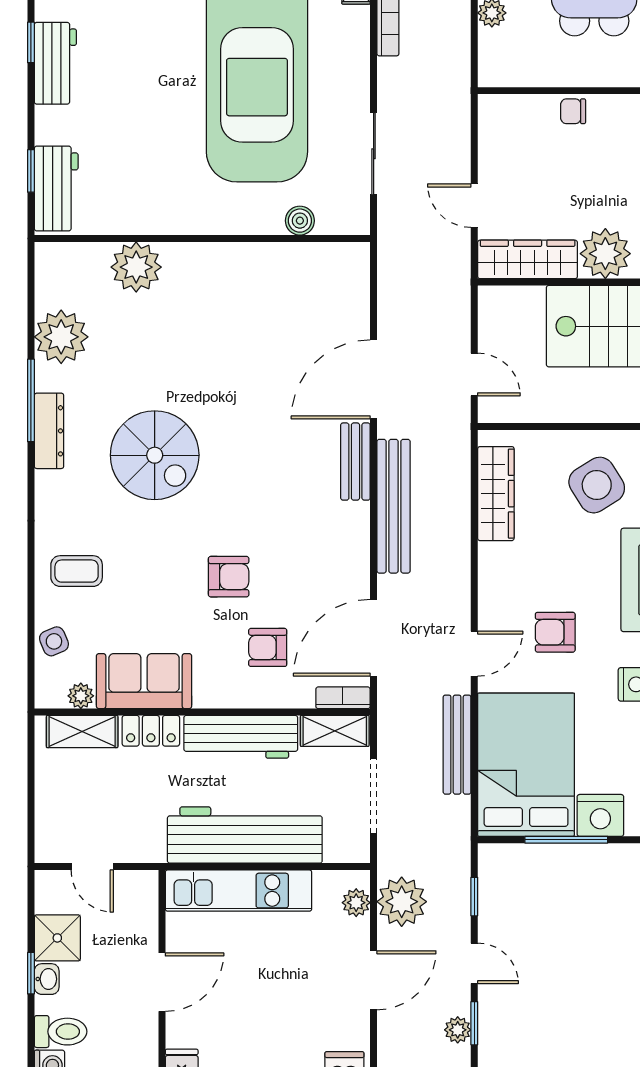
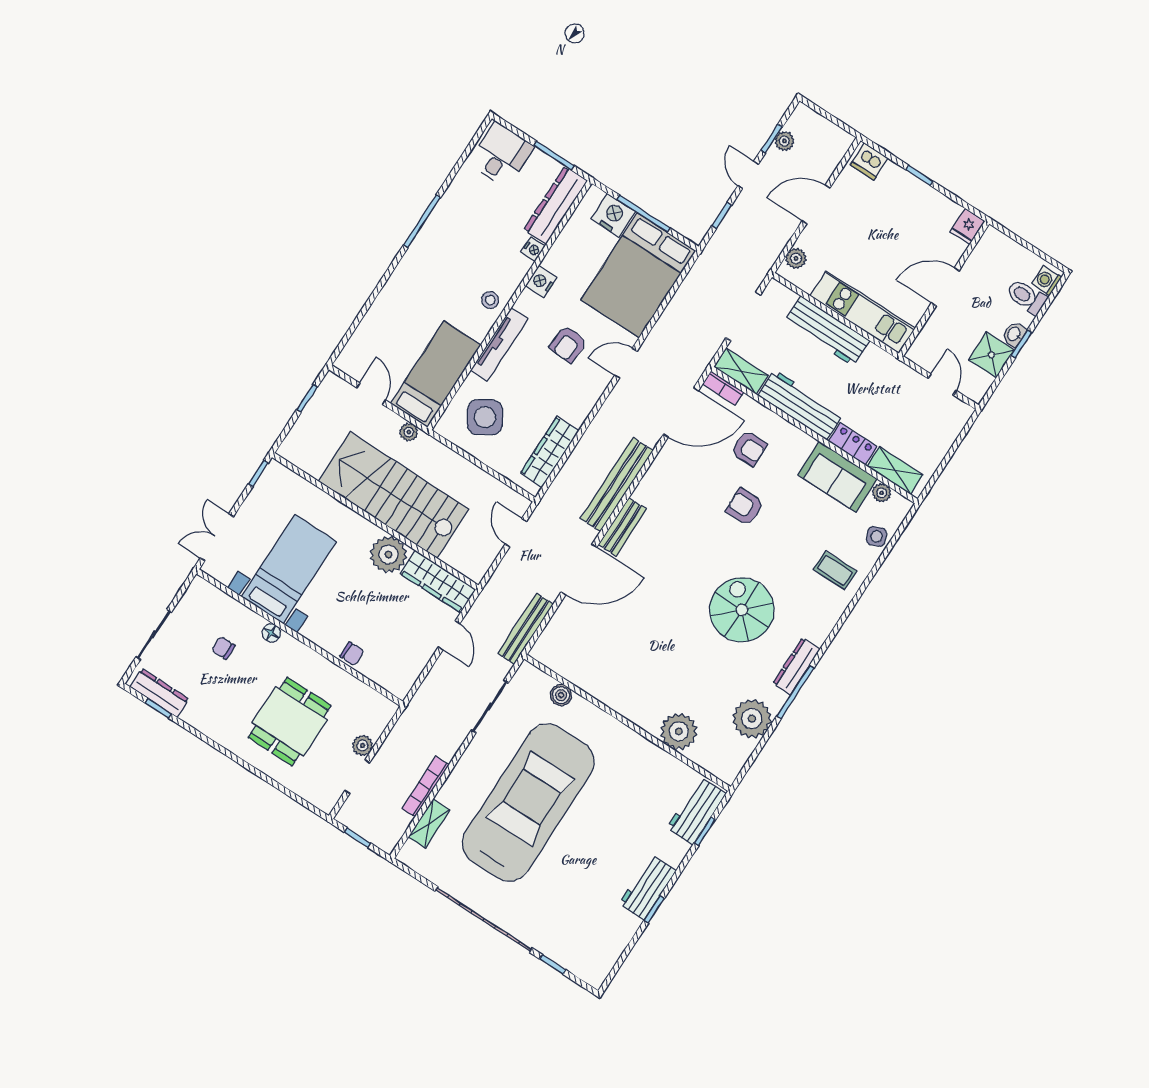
armchair: (555, 632) -> (568, 344), turned 94
bench: (457, 745) -> (526, 629), moved
workbench: (245, 835) -> (827, 331), width x0.73, depth x0.76
plant: (402, 902) -> (768, 241), removed

